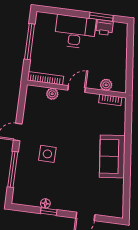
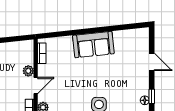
plant: (106, 85) -> (28, 71), moved
door: (77, 89) -> (36, 85), swing flipped

